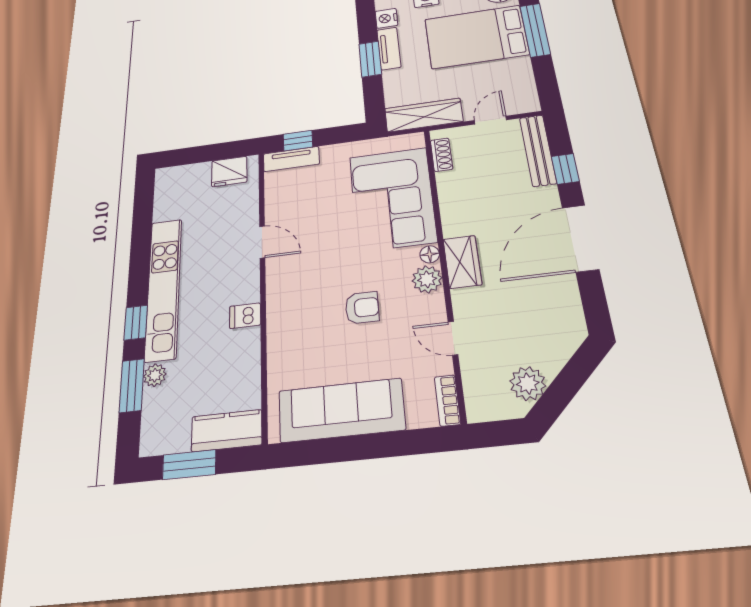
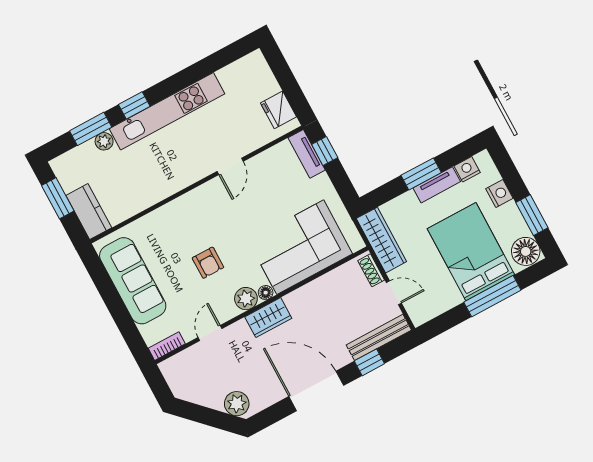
shoe rack: (442, 155) -> (371, 270), moved, turned 90
dishwasher: (245, 316) -> (170, 183), removed
plant: (528, 383) -> (237, 404), moved

